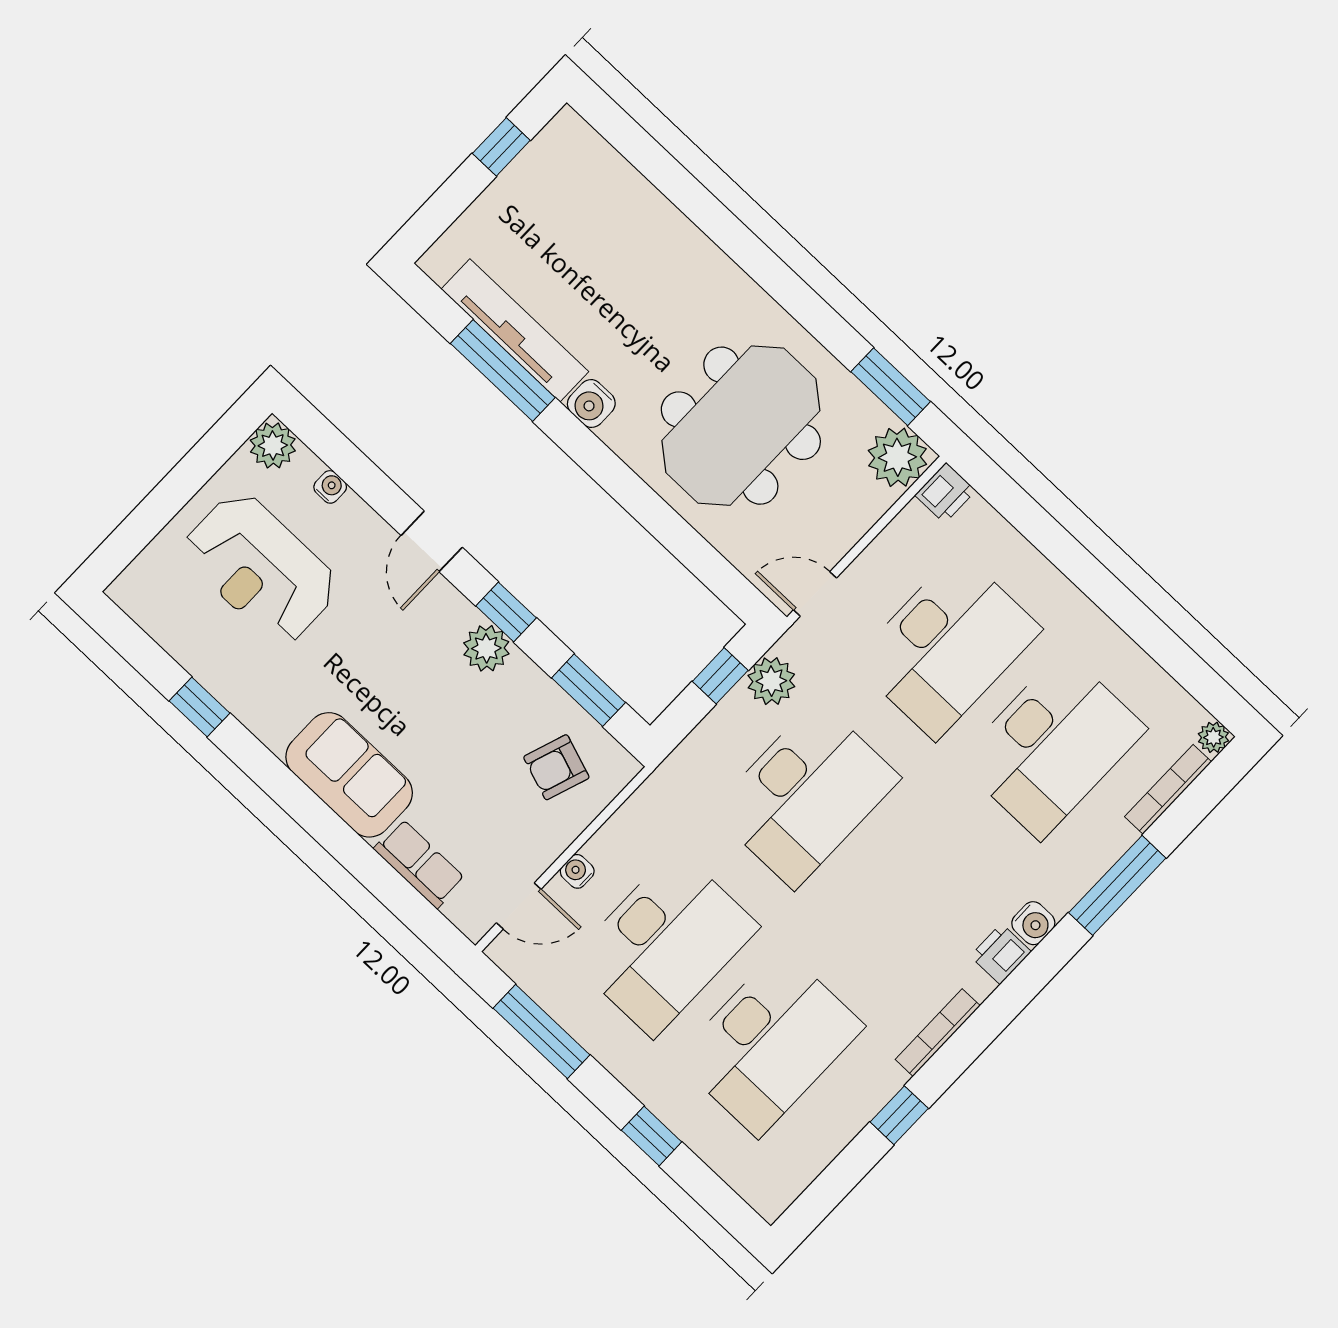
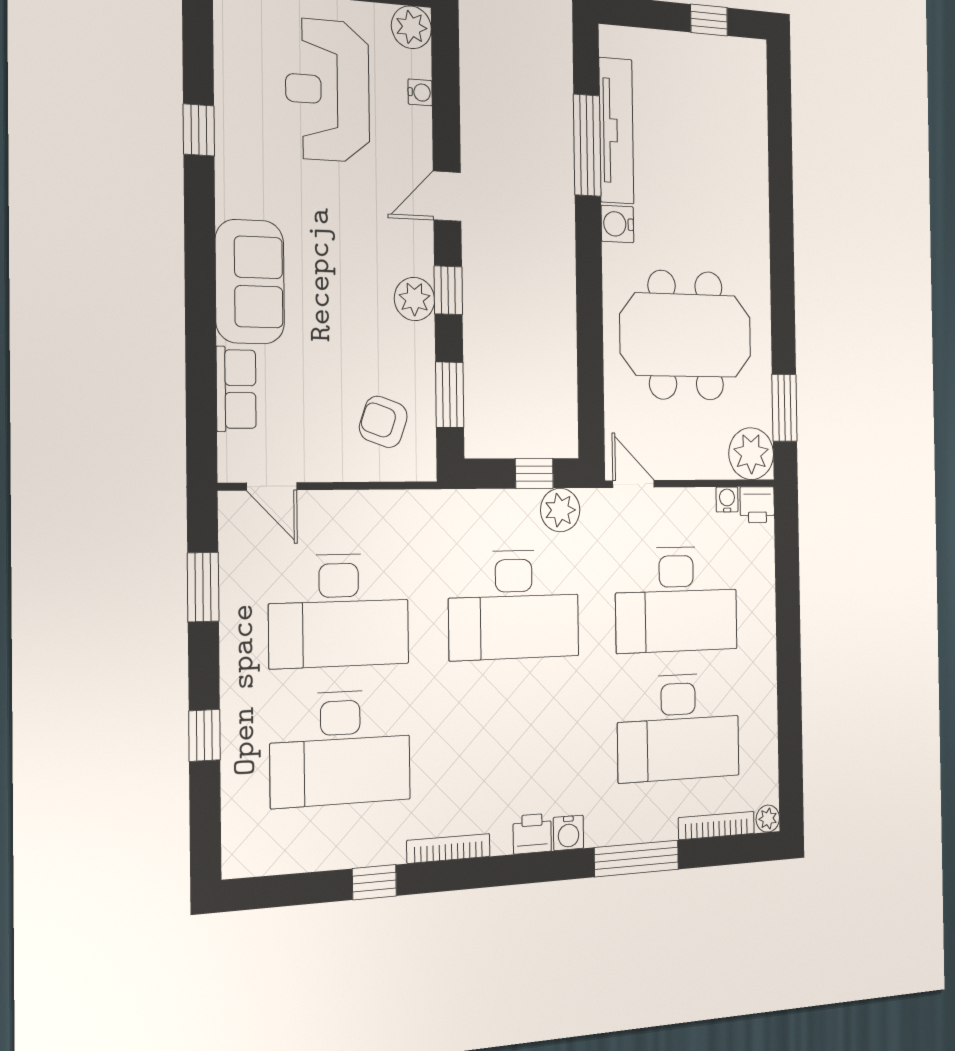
water cooler: (577, 871) -> (727, 499), moved
window: (541, 1031) -> (203, 587), width x0.69

